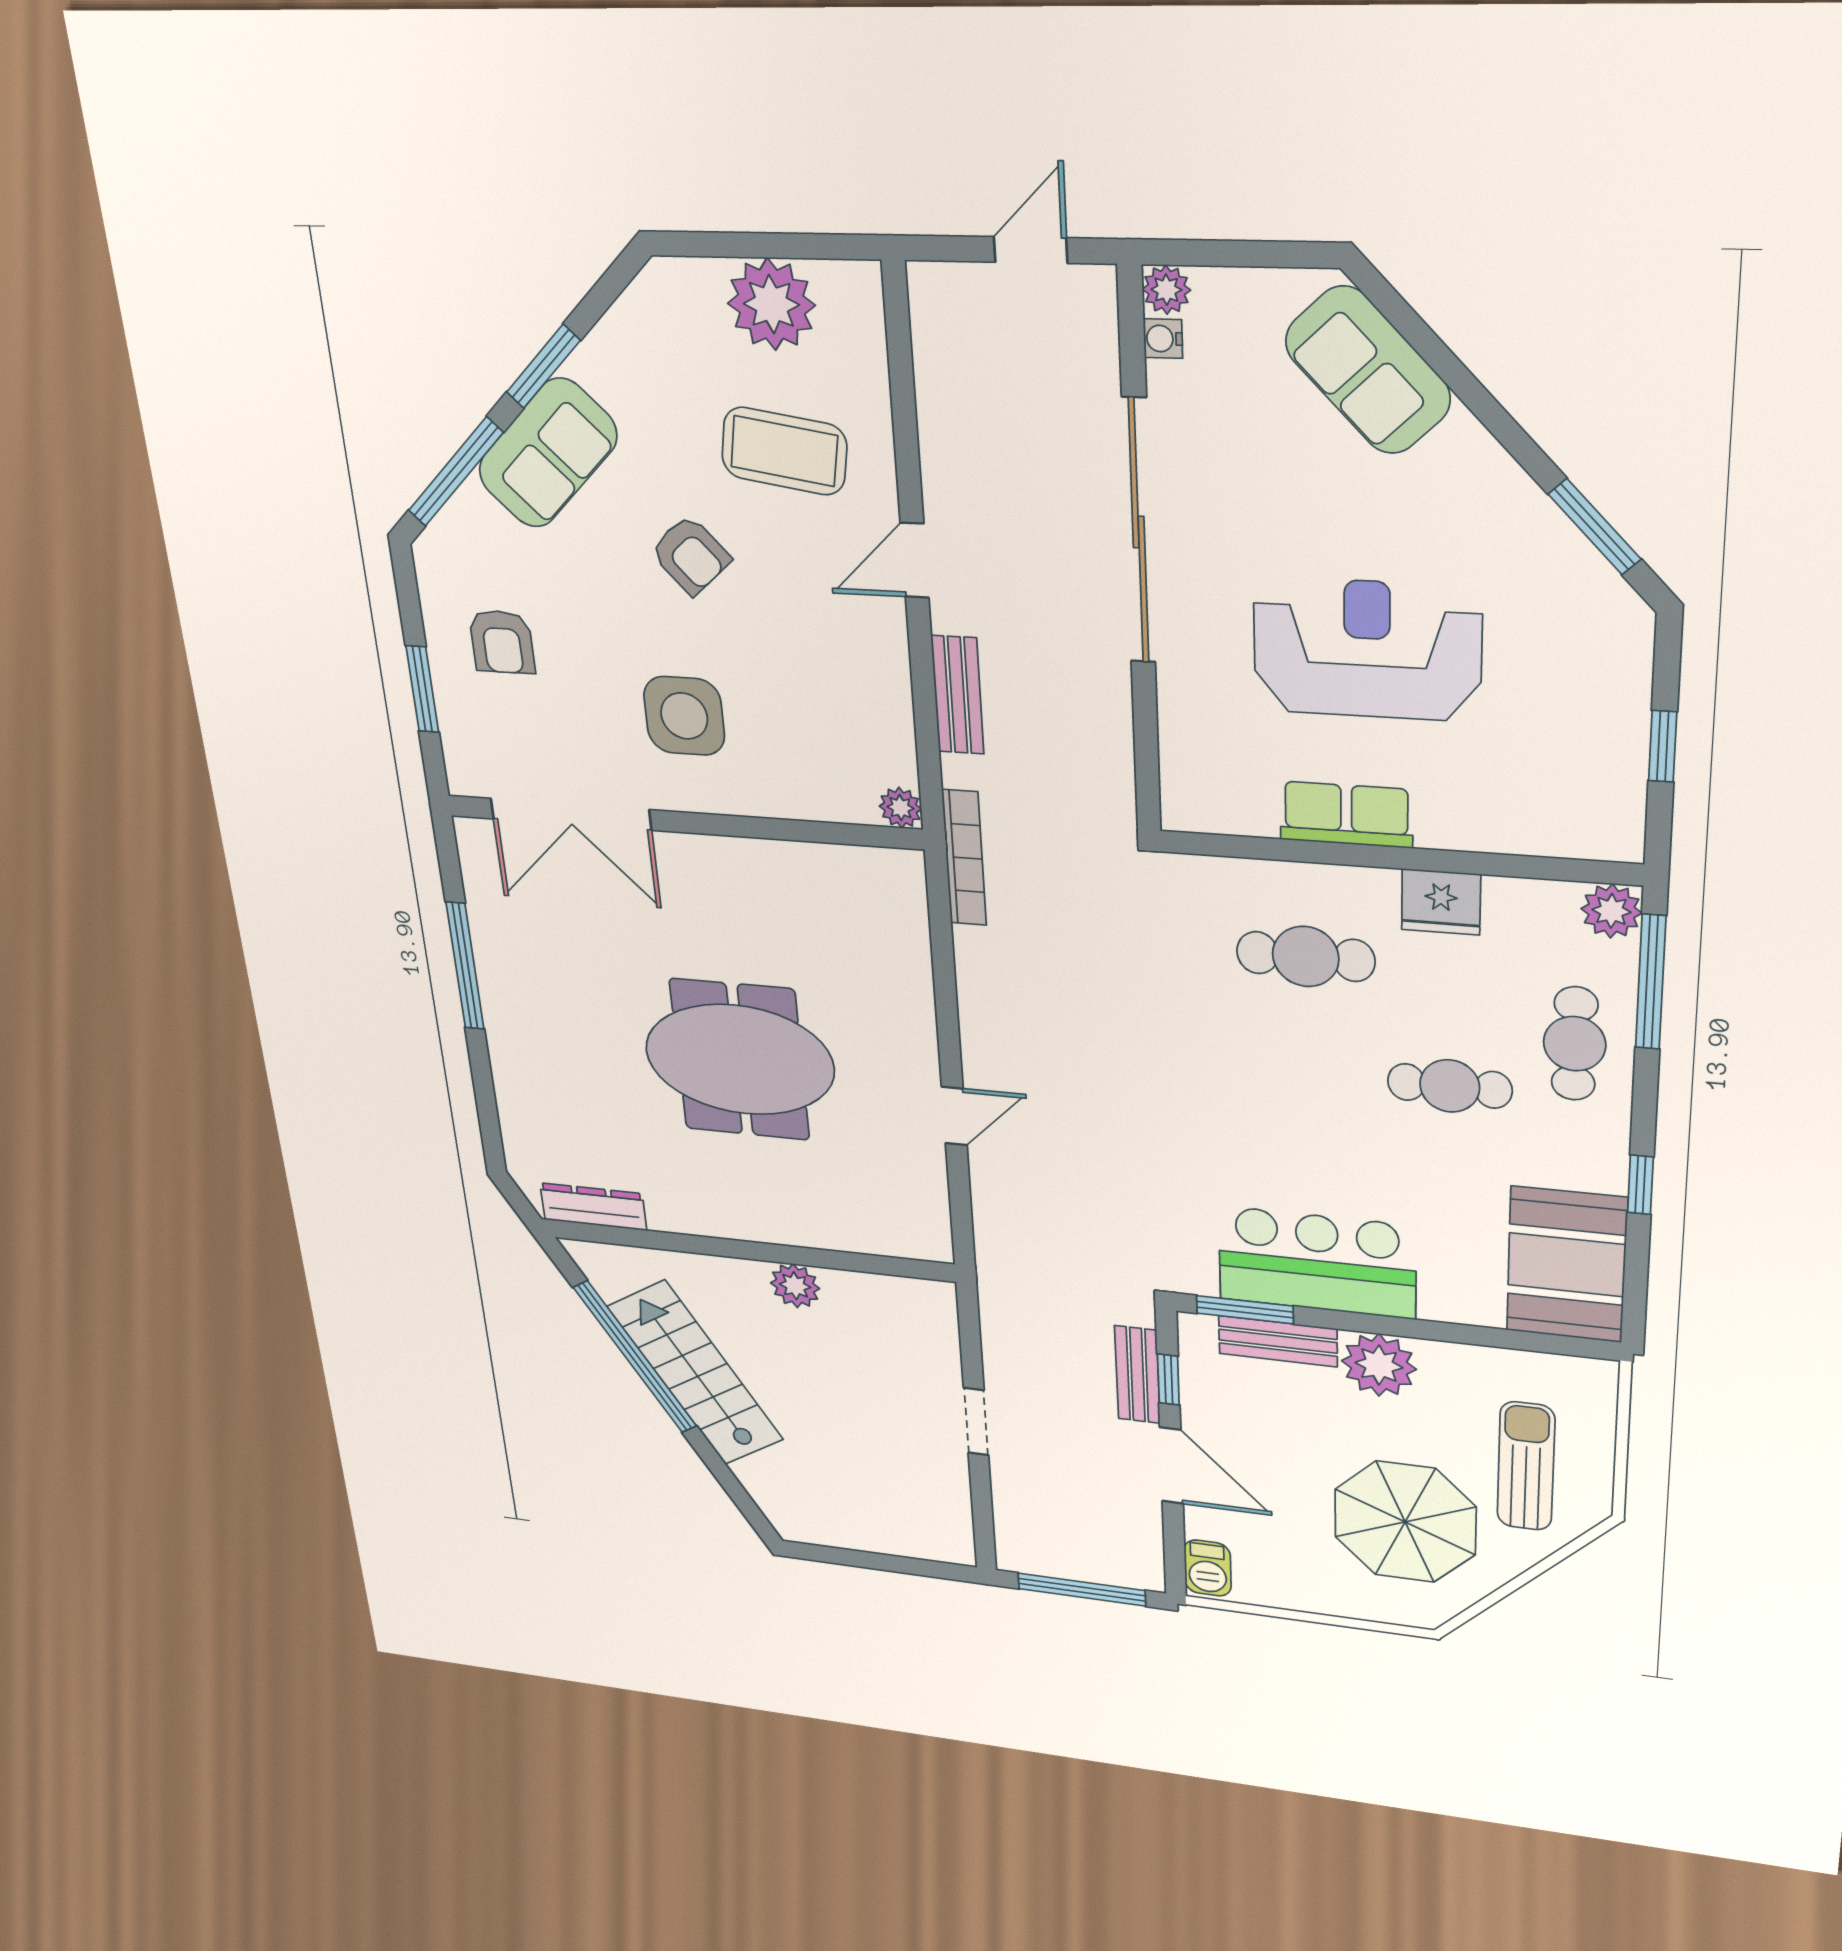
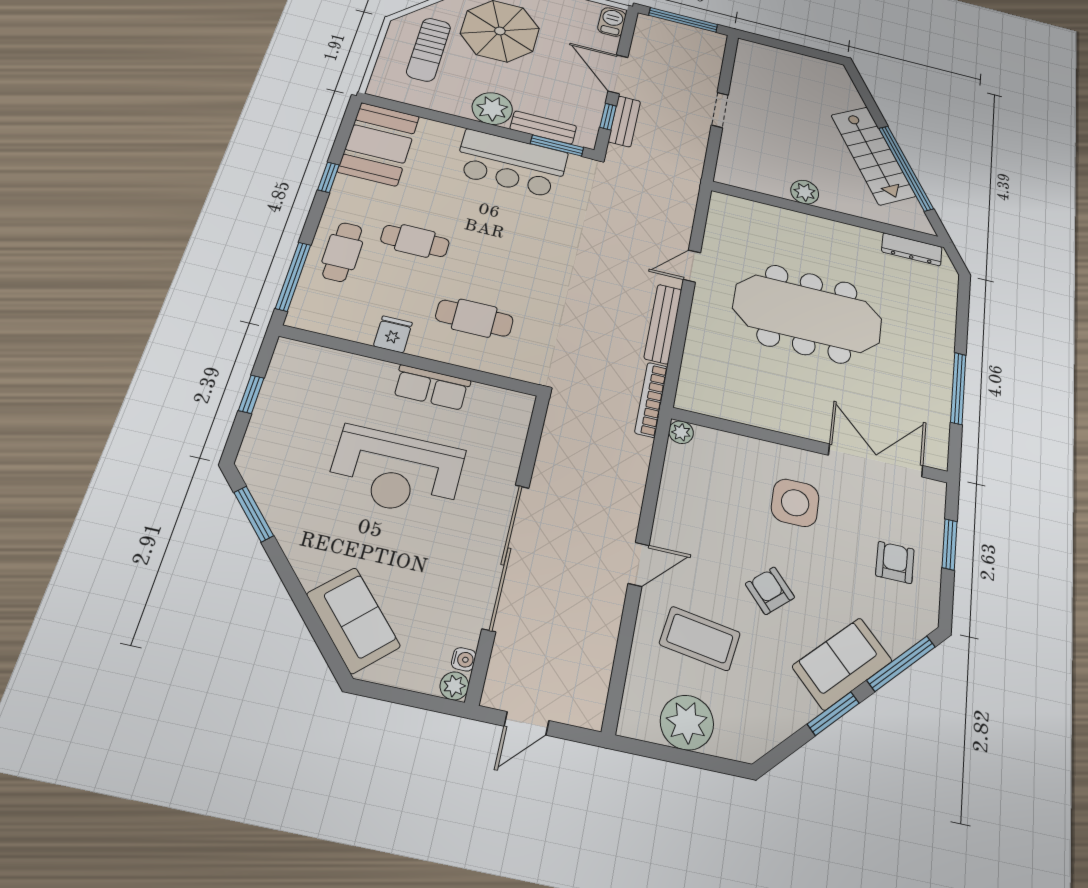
bench: (958, 695) -> (663, 324), moved, width x1.36
fridge: (1441, 902) -> (393, 334), width x0.72
plant: (1611, 911) -> (303, 315), removed
meeting table: (740, 1060) -> (808, 314), width x1.36

